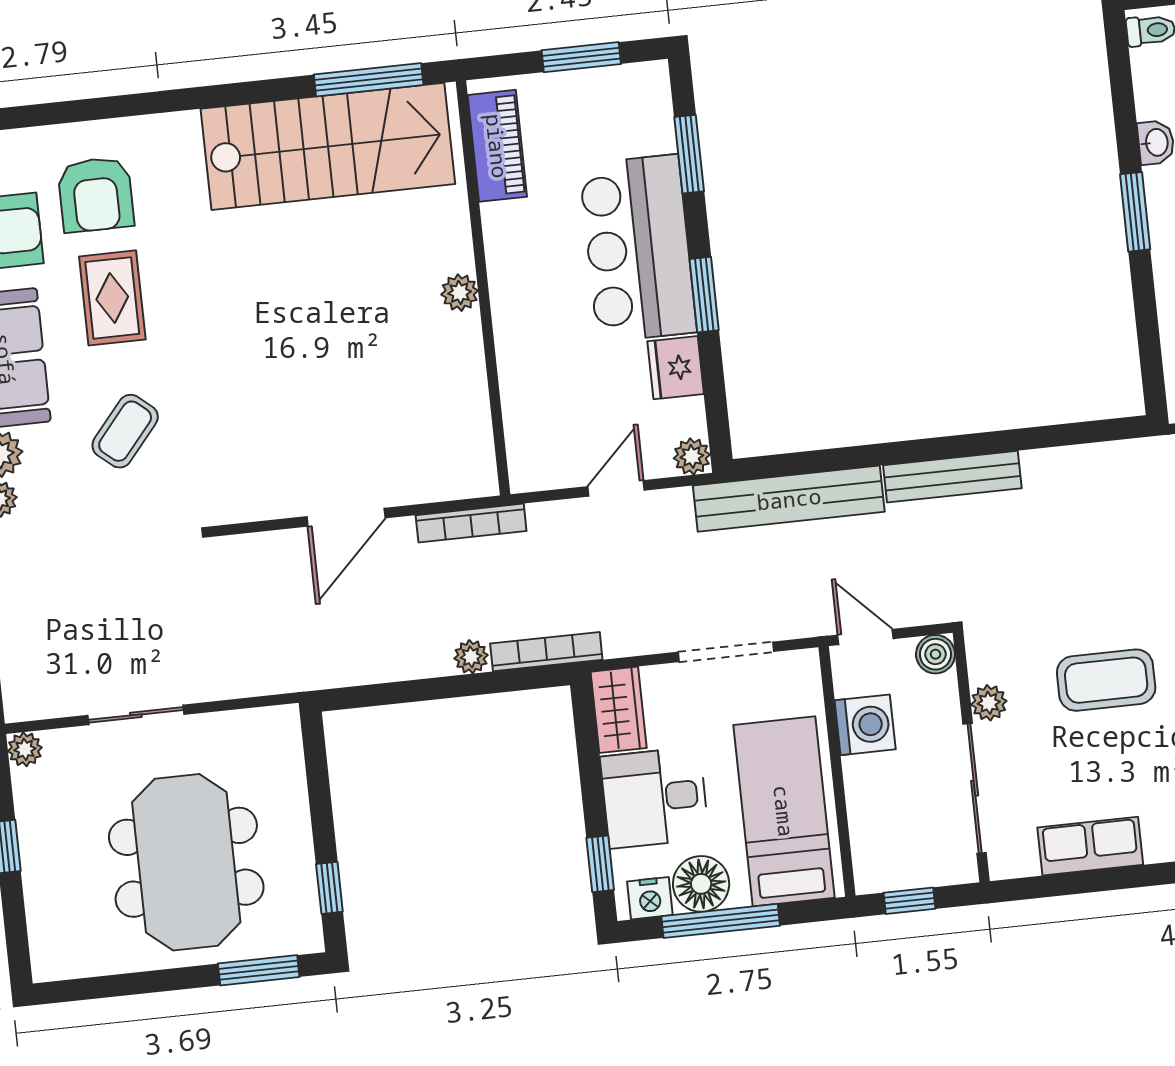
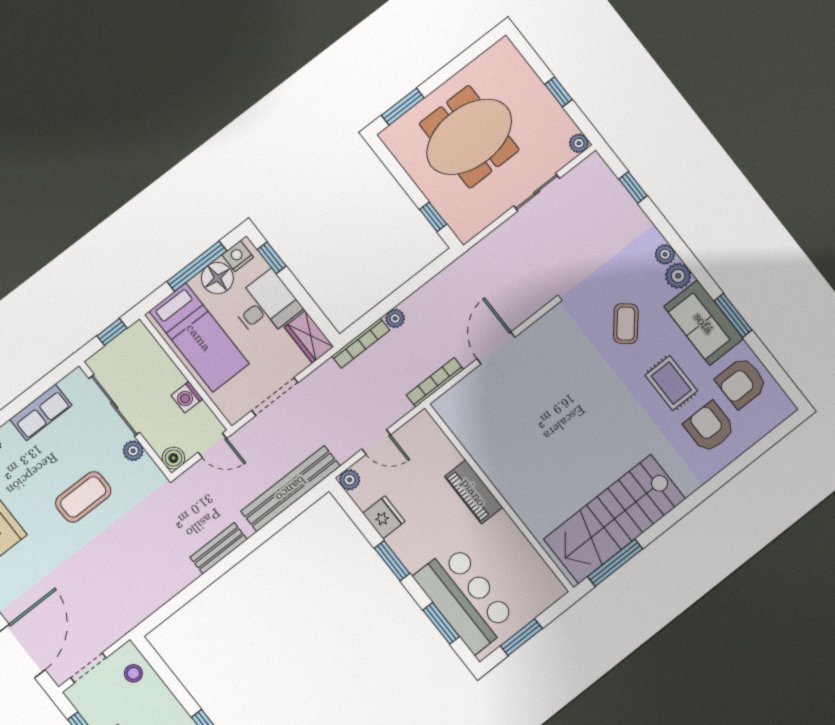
piano: (497, 146) -> (474, 492), moved
bar counter: (638, 248) -> (465, 599), moved
plant: (460, 293) -> (509, 489), removed
bench: (952, 477) -> (219, 548), width x0.73
door: (616, 488) -> (376, 442), hinge flipped
washing machine: (865, 725) -> (187, 397), width x0.73, depth x0.73
meeting table: (186, 862) -> (469, 137), turned 90
window: (329, 888) -> (433, 217), moved

